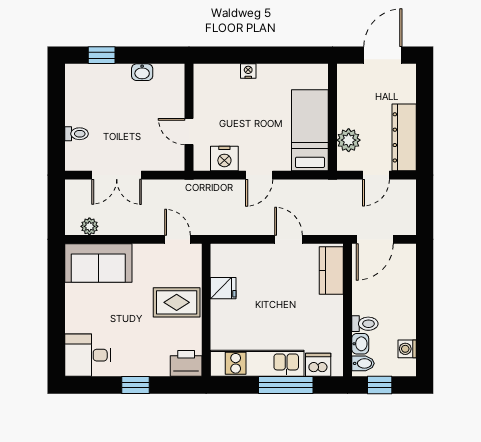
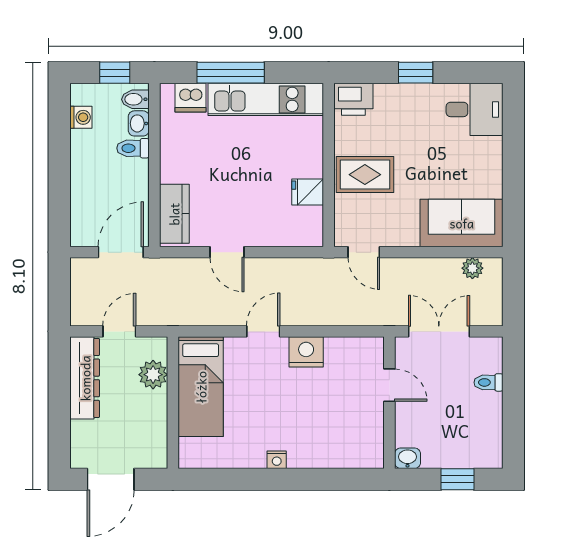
wall: (189, 117) -> (389, 403), moved
door: (189, 132) -> (389, 385), moved

